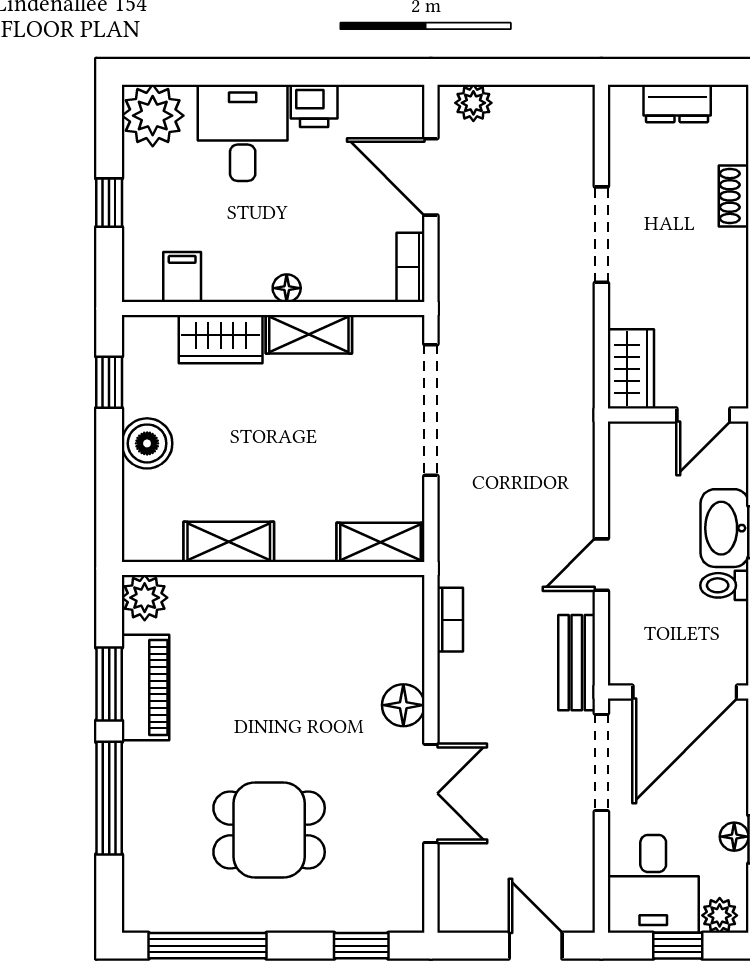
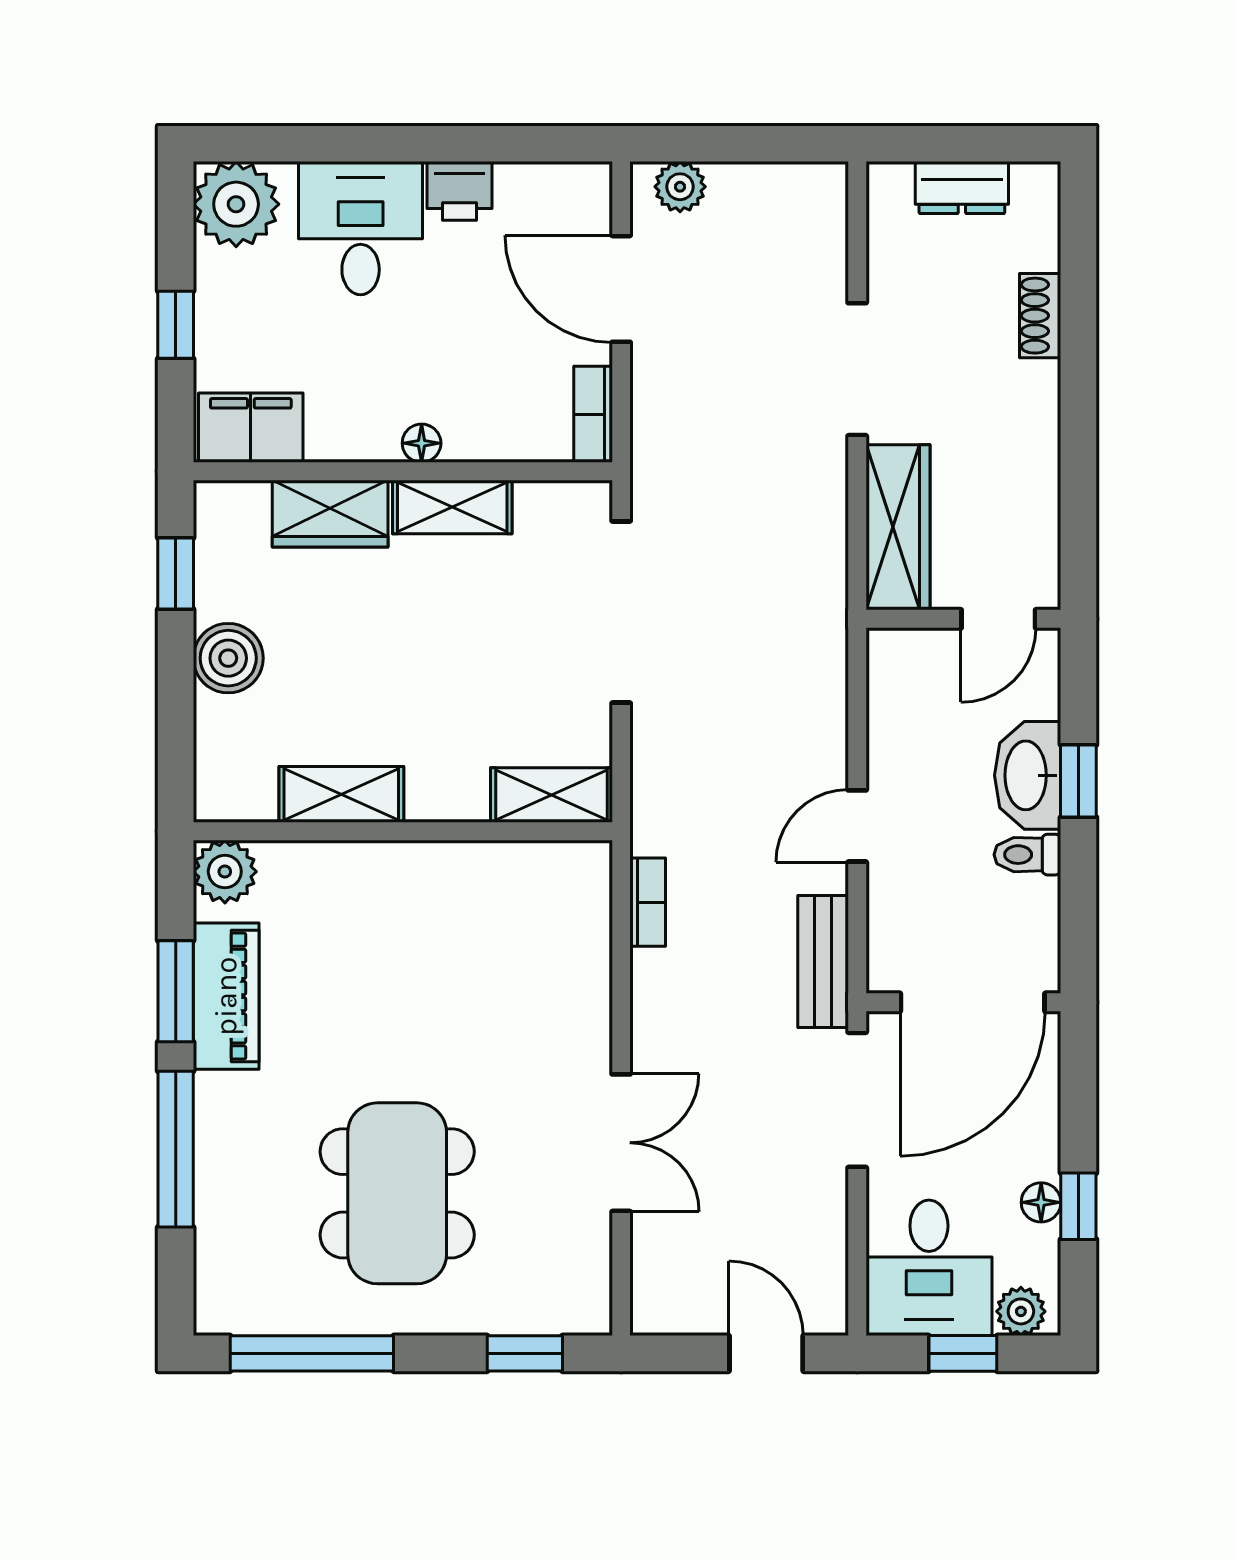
filing cabinet: (182, 277) -> (251, 428), width x2.00
wardrobe: (631, 369) -> (898, 527), width x1.50
floor lamp: (403, 705) -> (583, 1021), removed
dining table: (269, 830) -> (397, 1193), width x1.38

